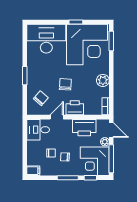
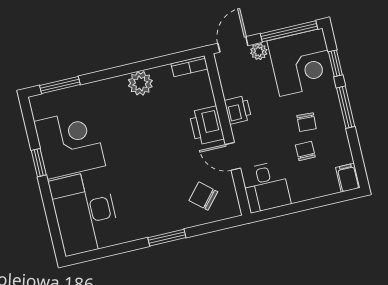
corner desk: (87, 45) -> (70, 144), width x0.74, depth x0.74
chair: (65, 84) -> (165, 155), removed
printer: (84, 128) -> (238, 110), width x0.53, depth x0.68

